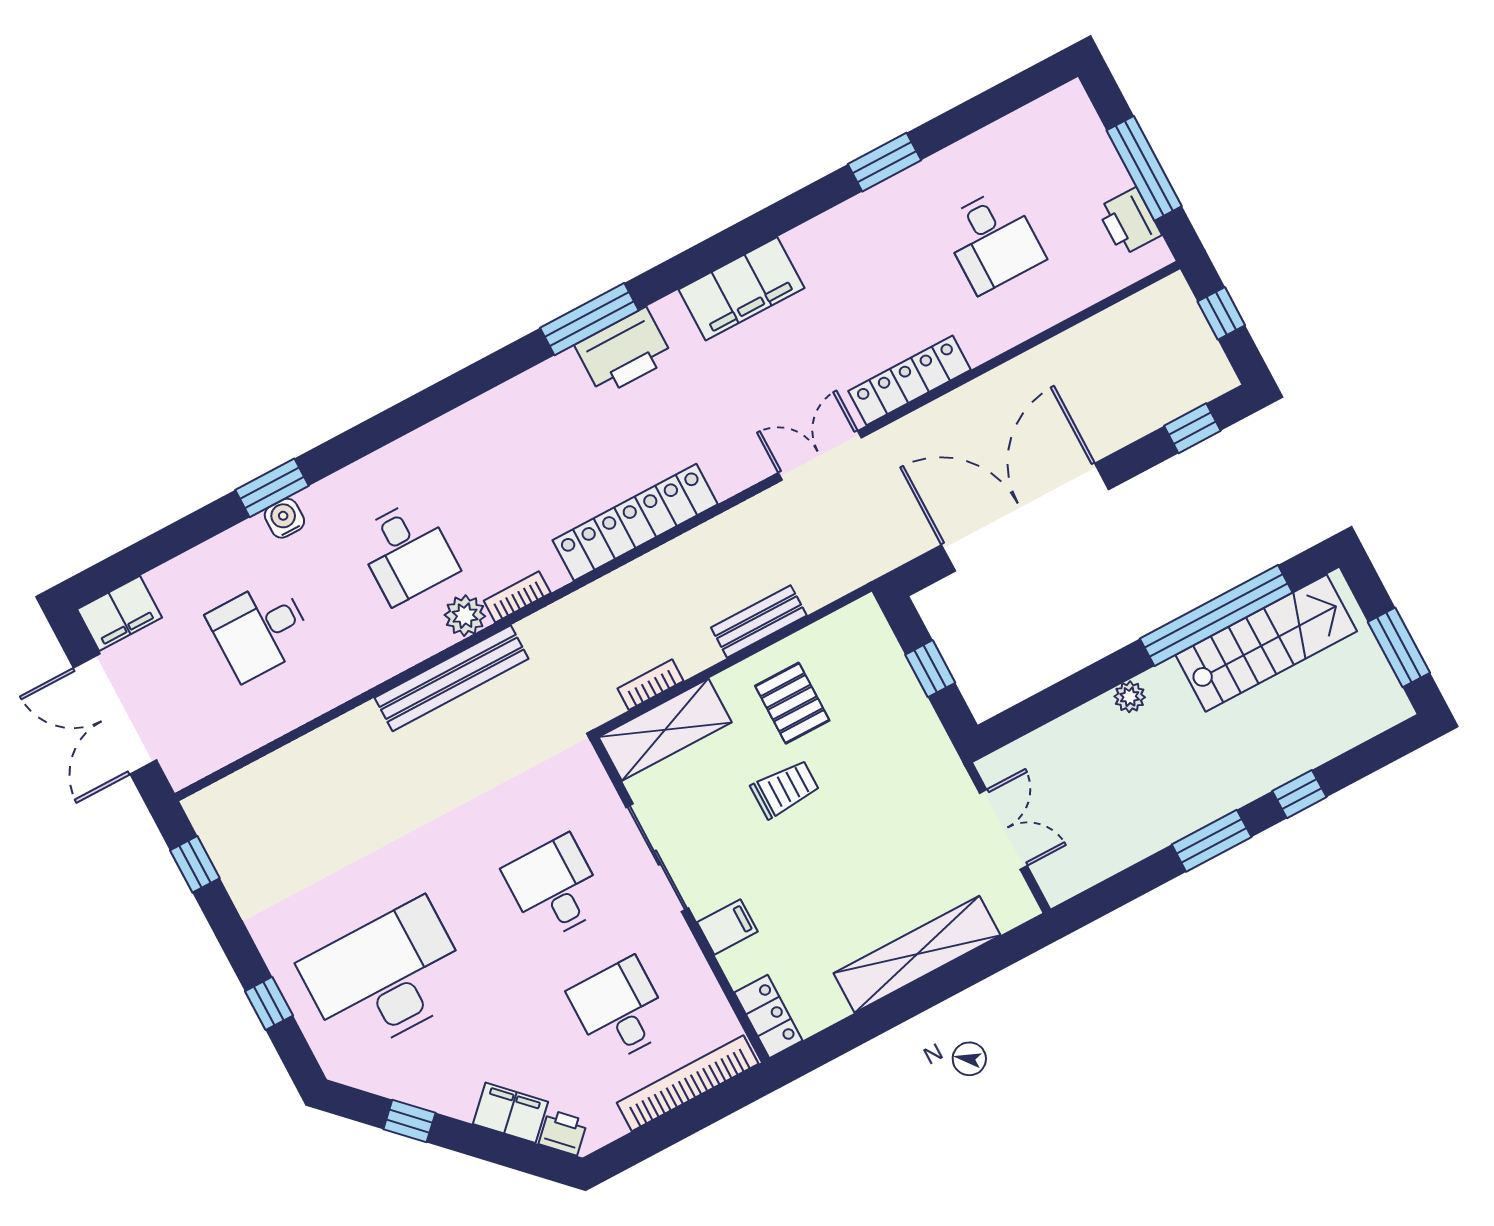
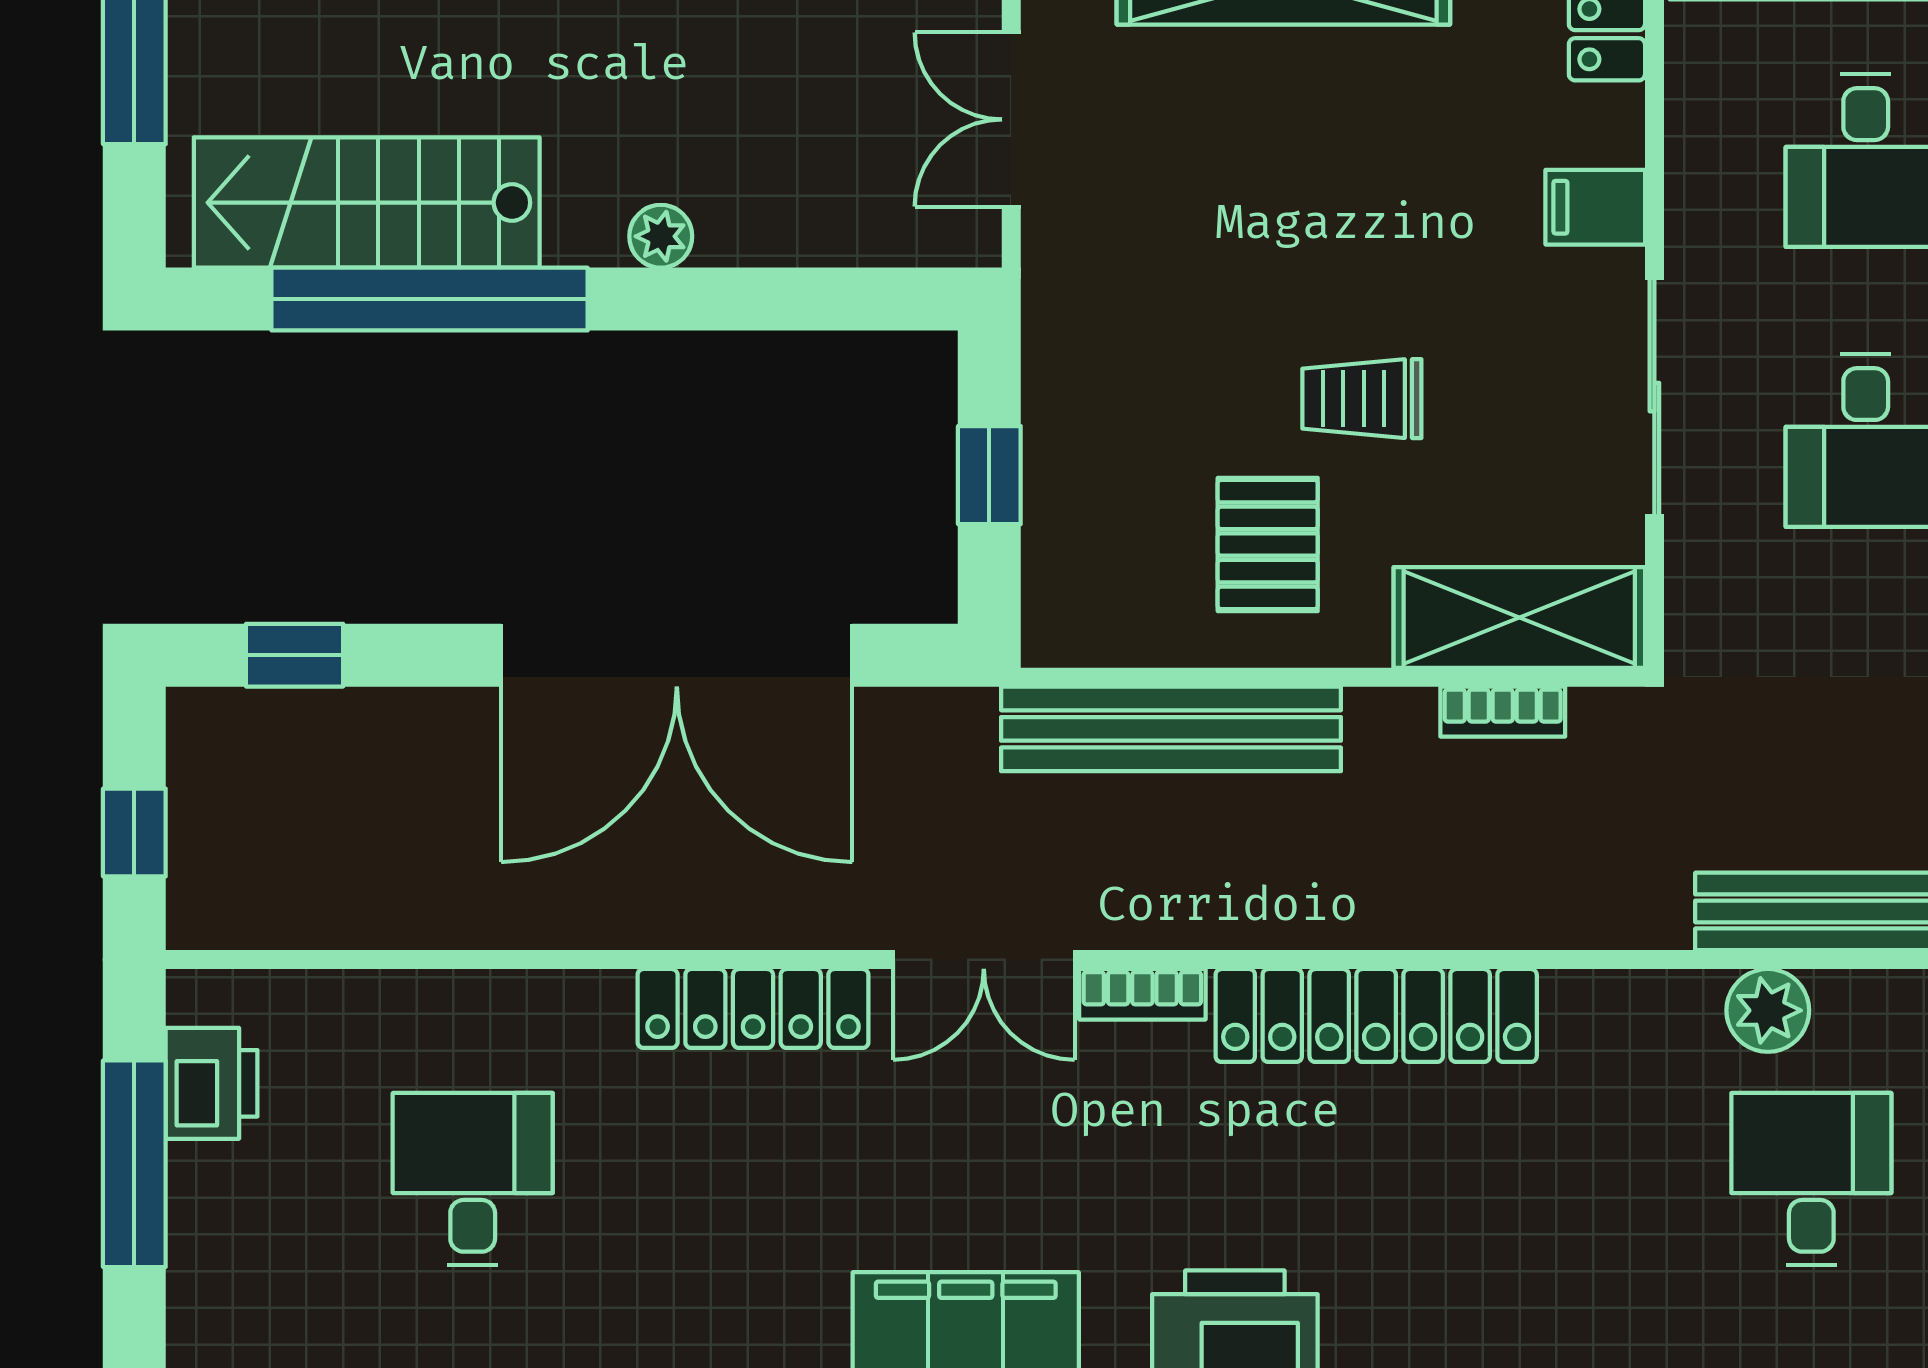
bookcase: (517, 597) -> (1142, 994), moved
bench: (759, 622) -> (1171, 729), width x1.86, depth x1.21

